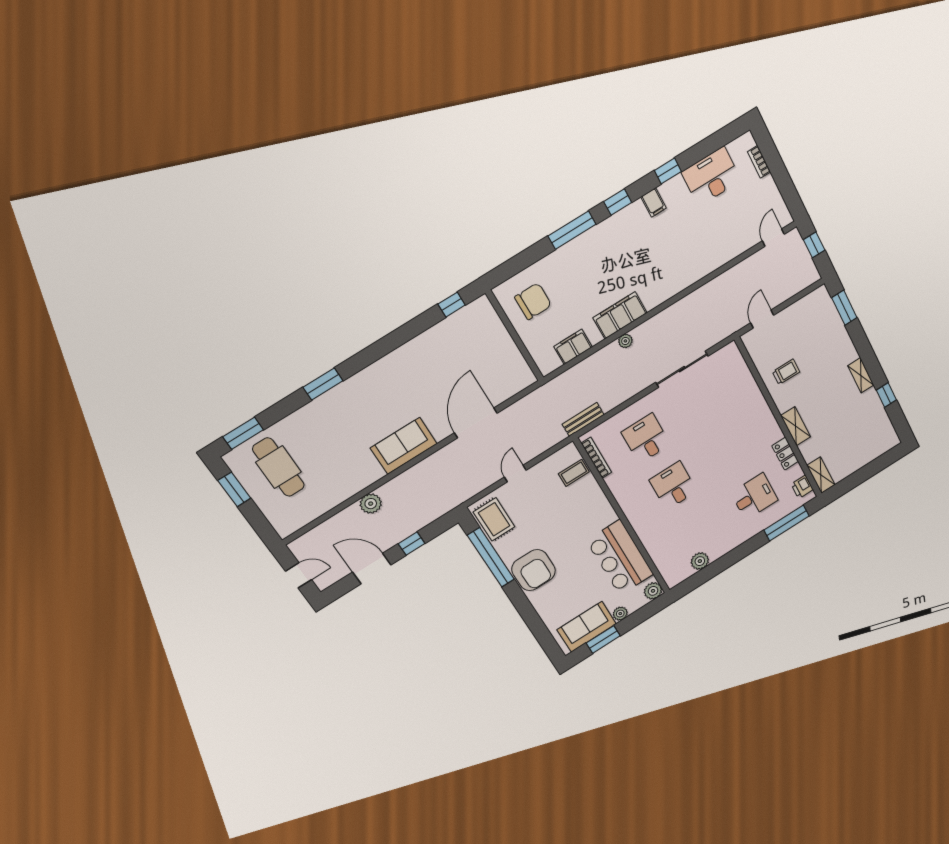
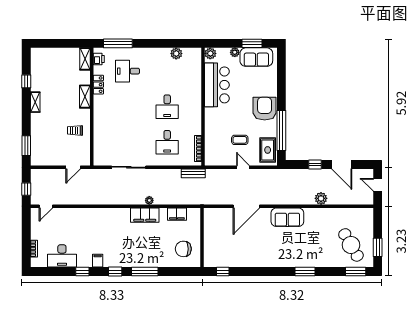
cafe table: (278, 467) -> (351, 245), turned -30
coffee table: (574, 473) -> (240, 140), moved
door: (515, 474) -> (243, 167), swing flipped

